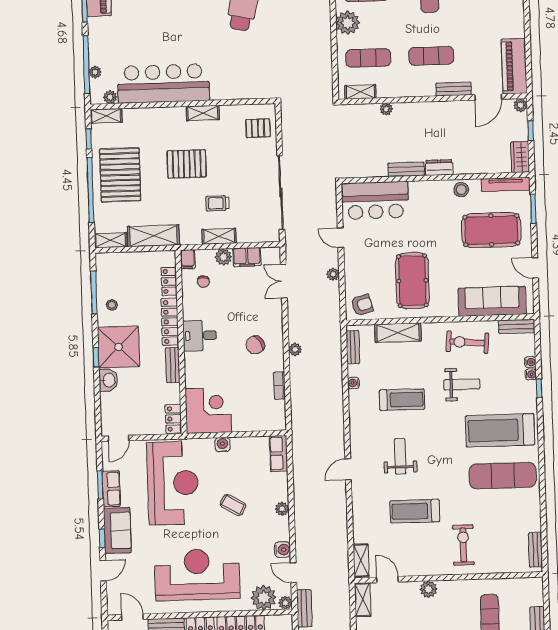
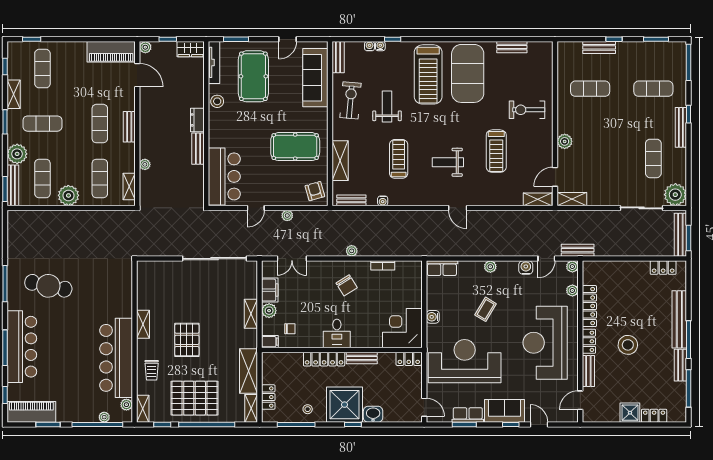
bench: (454, 89) -> (129, 127), moved
pallet: (258, 128) -> (158, 277), removed
trolley: (217, 203) -> (152, 370), moved
locker: (169, 281) -> (268, 397), moved, turned -90
exercise bike: (467, 342) -> (350, 100), turned 180
exercise mat: (503, 476) -> (468, 73), width x1.47
bench: (535, 550) -> (512, 47), moved
plant: (264, 598) -> (572, 290), width x0.53, depth x0.53

